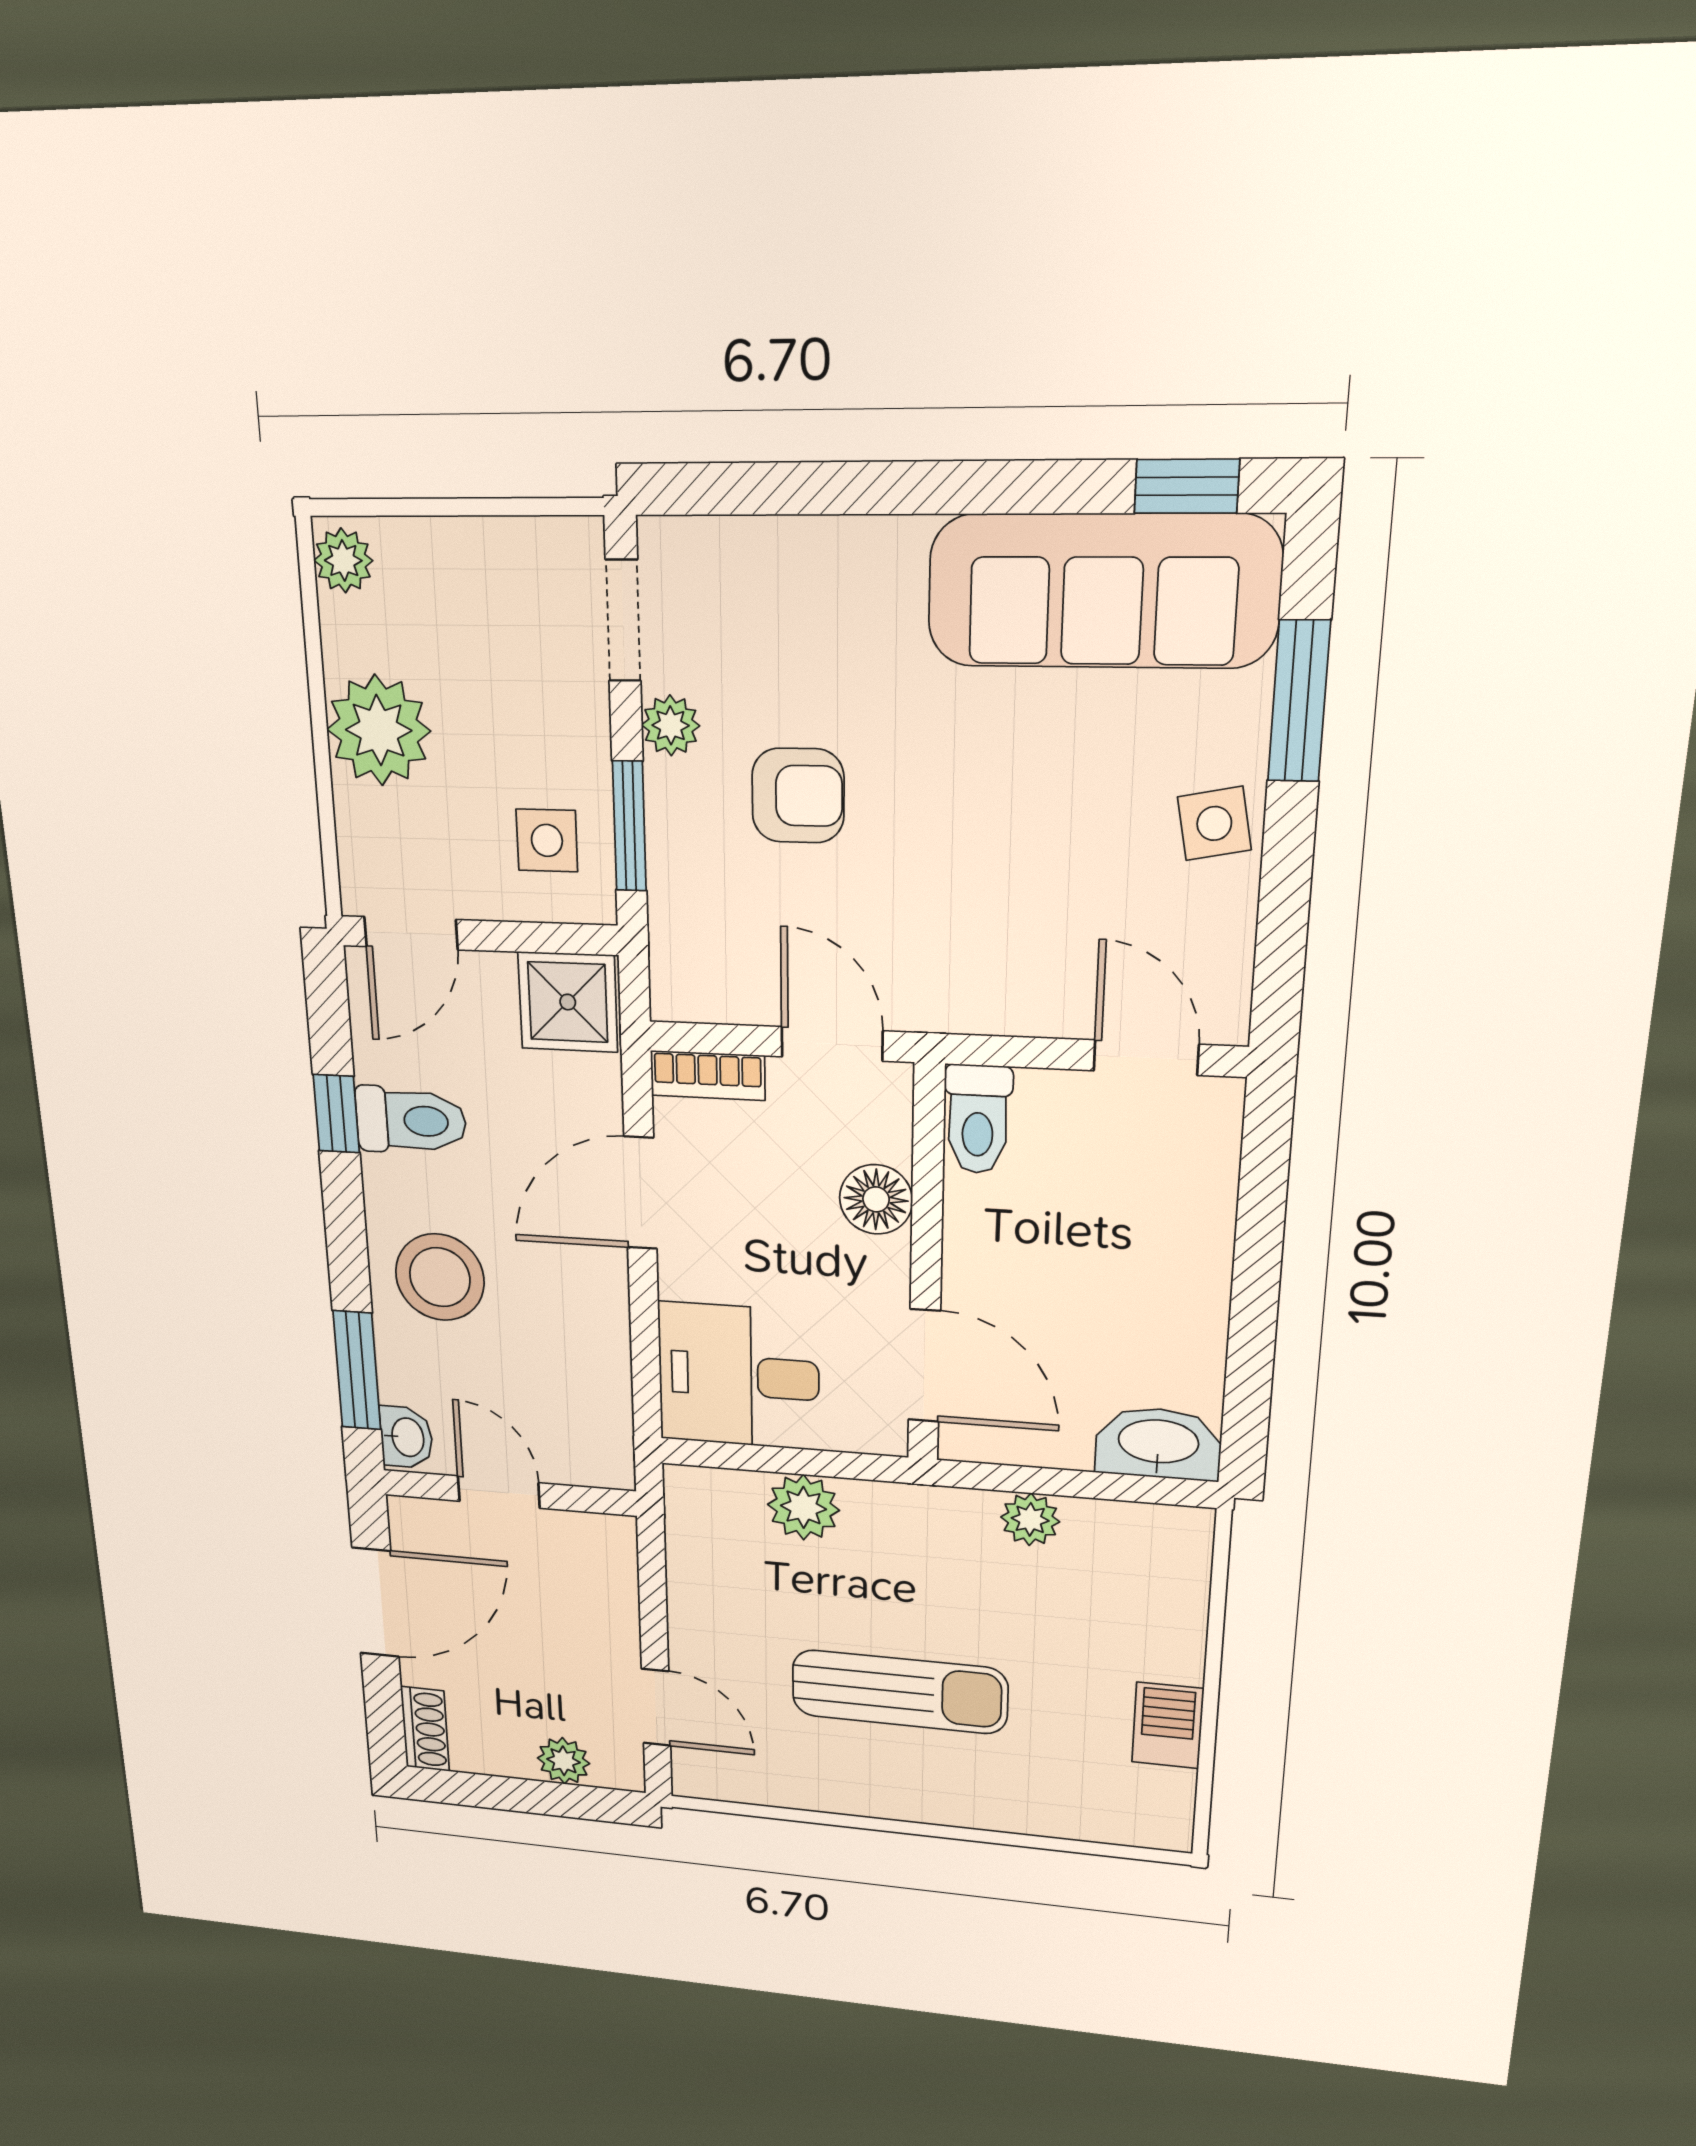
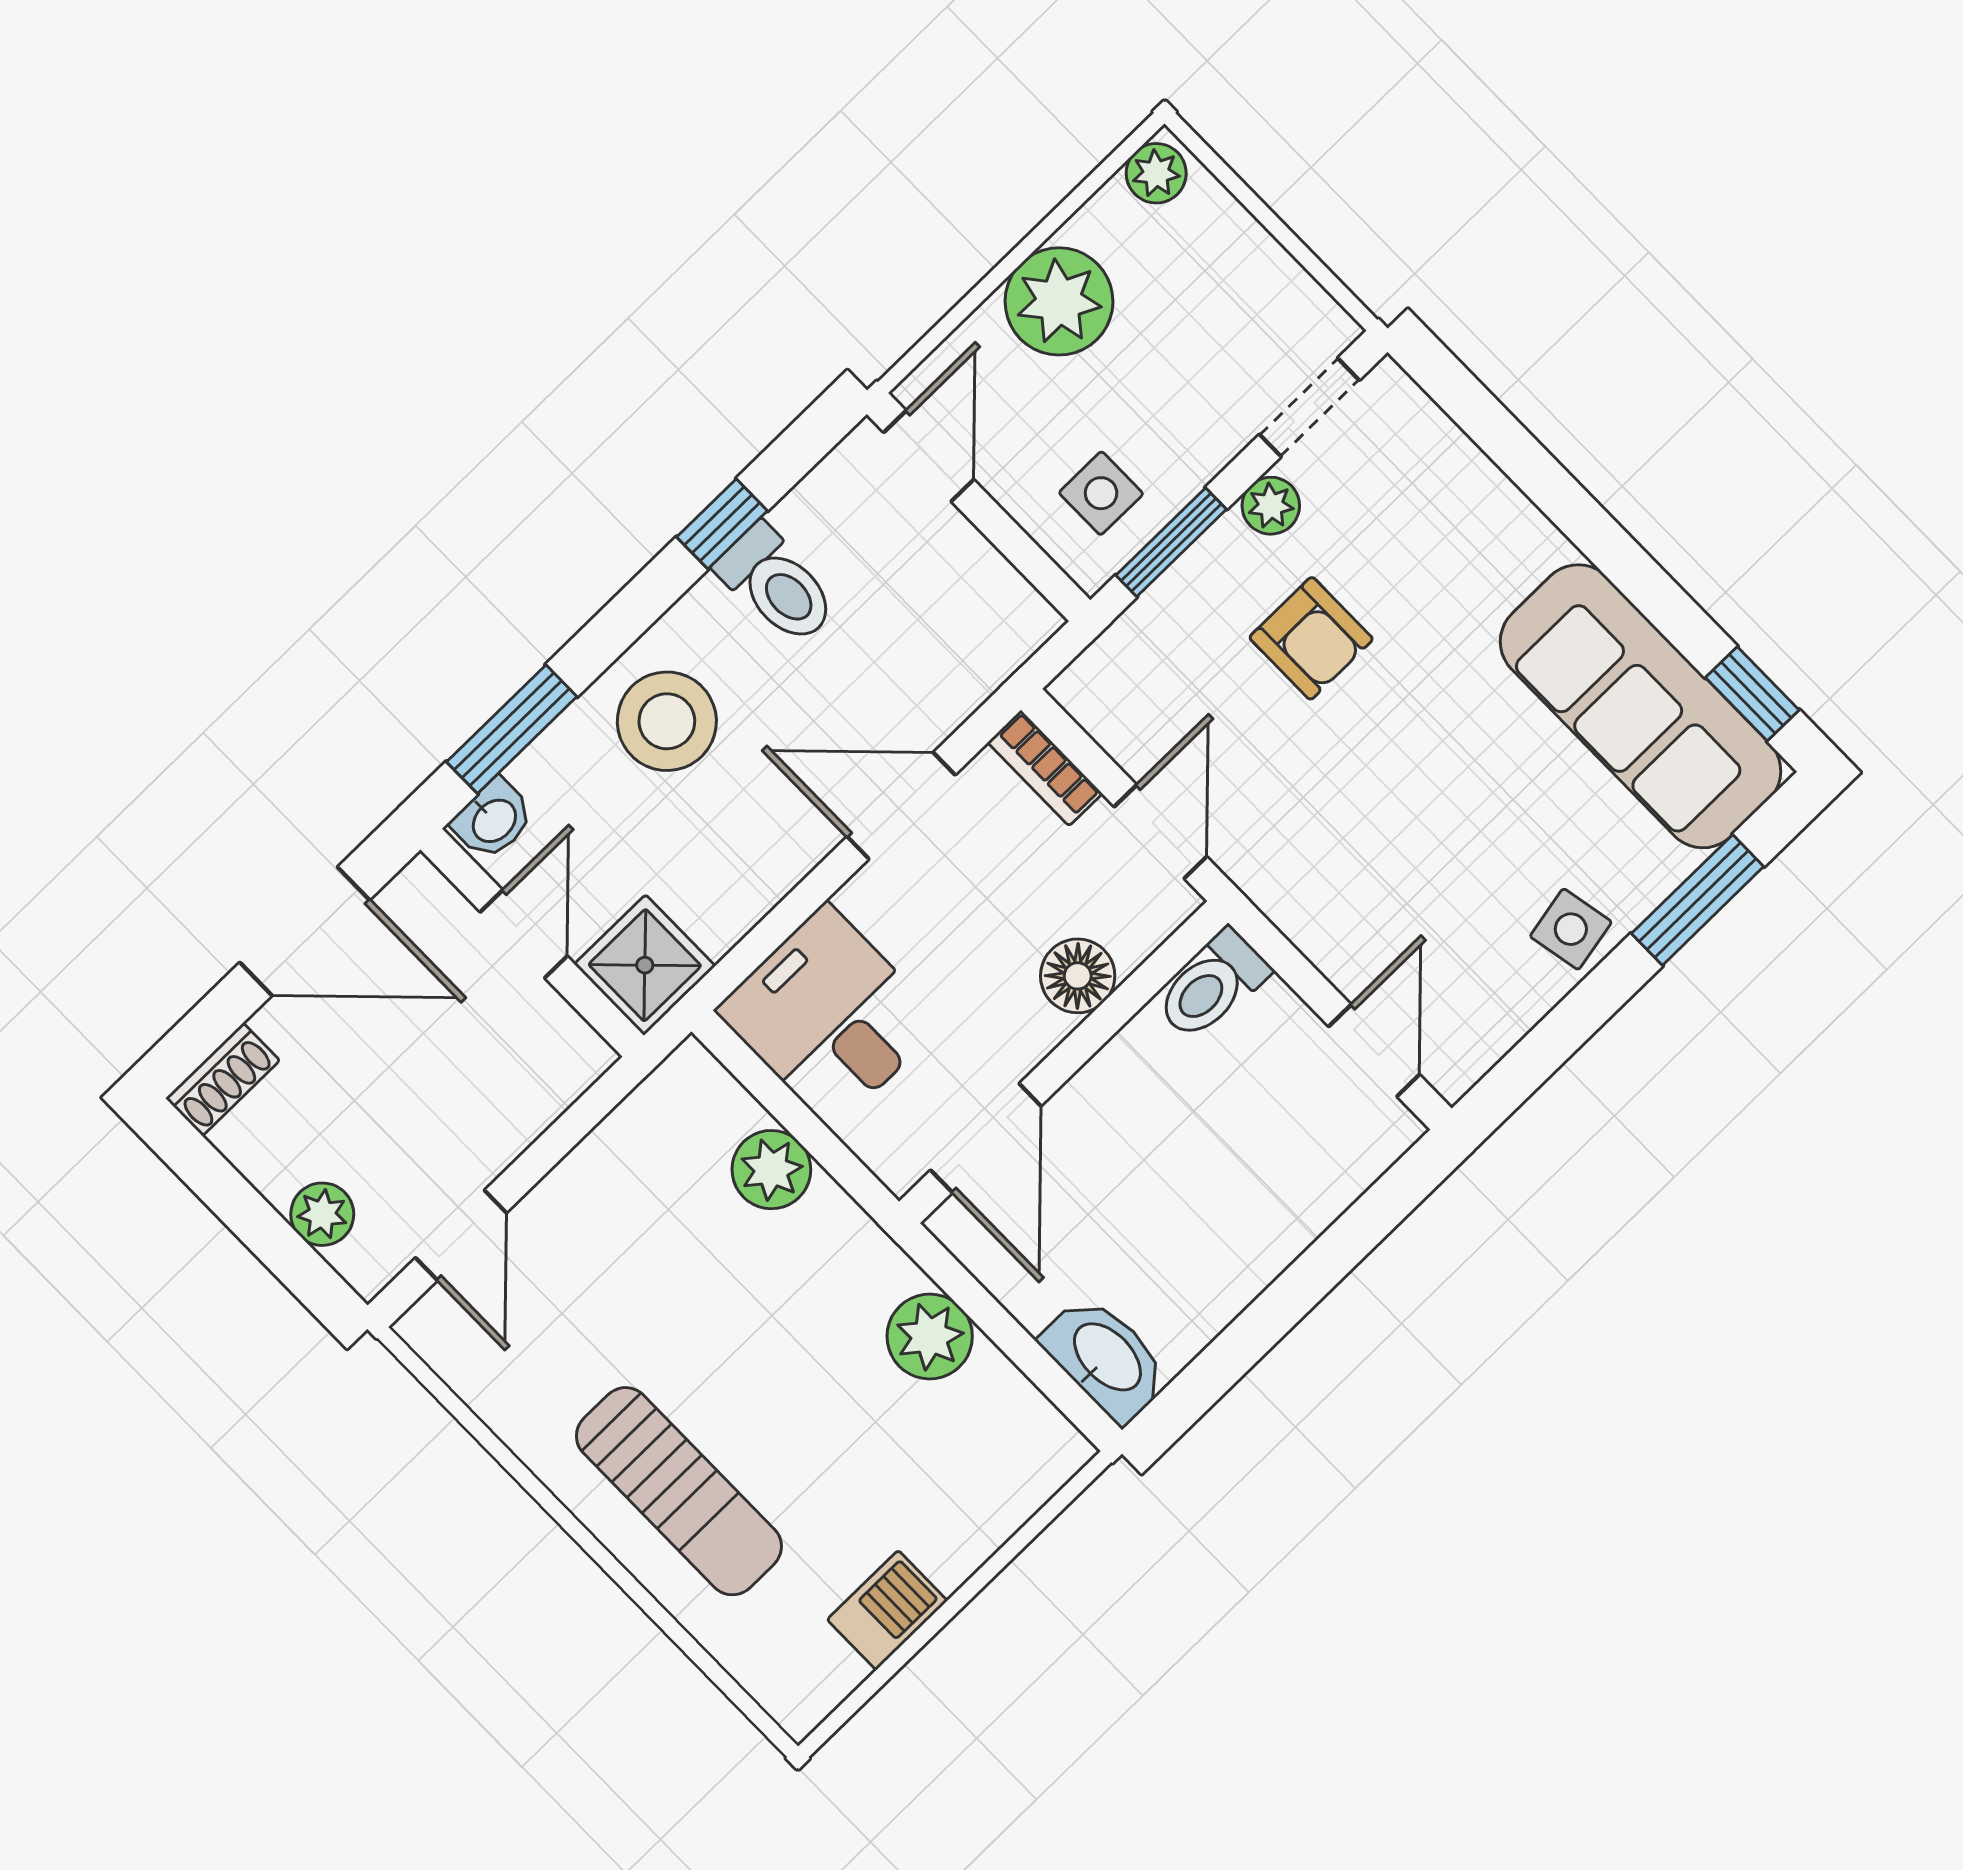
door: (411, 933) -> (929, 456), swing flipped
shower: (568, 1002) -> (645, 965), moved
plant: (1030, 1519) -> (930, 1336), width x1.38, depth x1.38
sun lounger: (899, 1692) -> (679, 1491), moved

